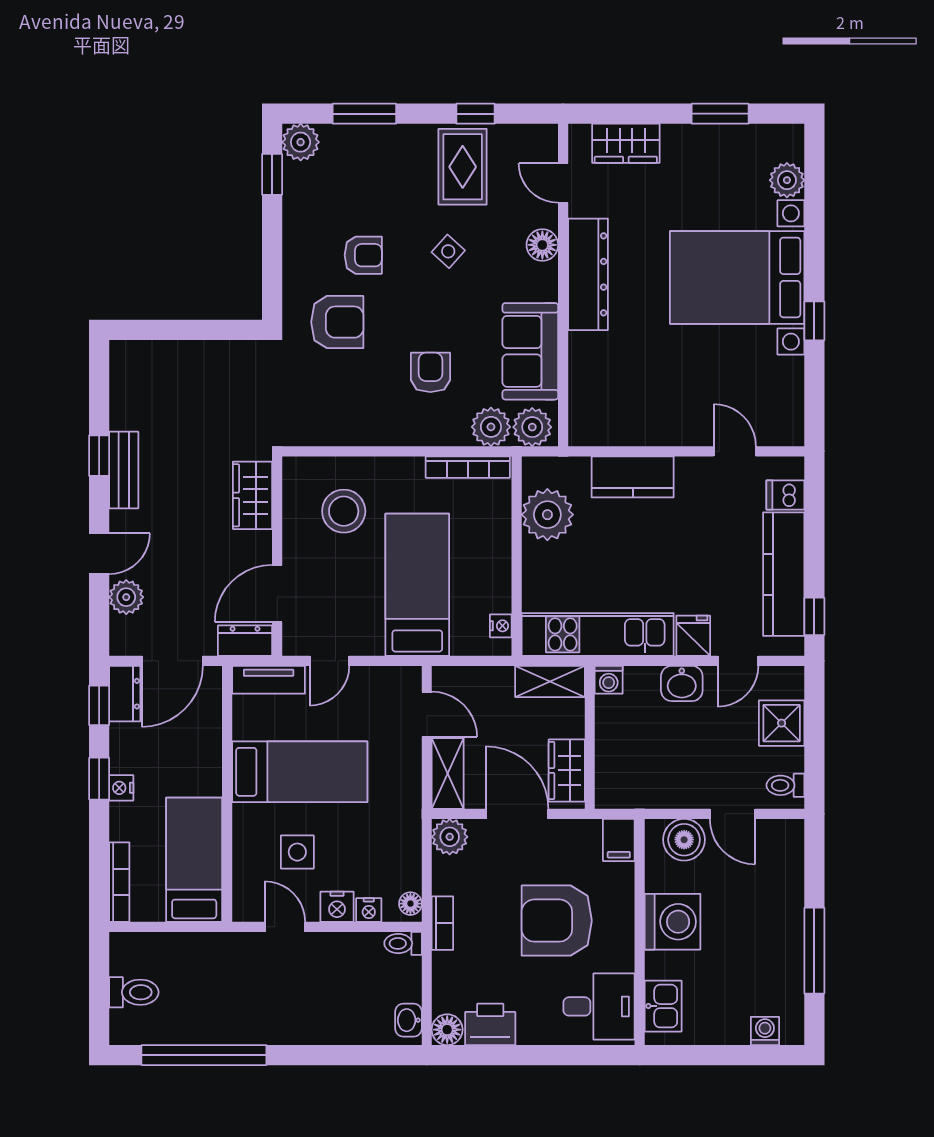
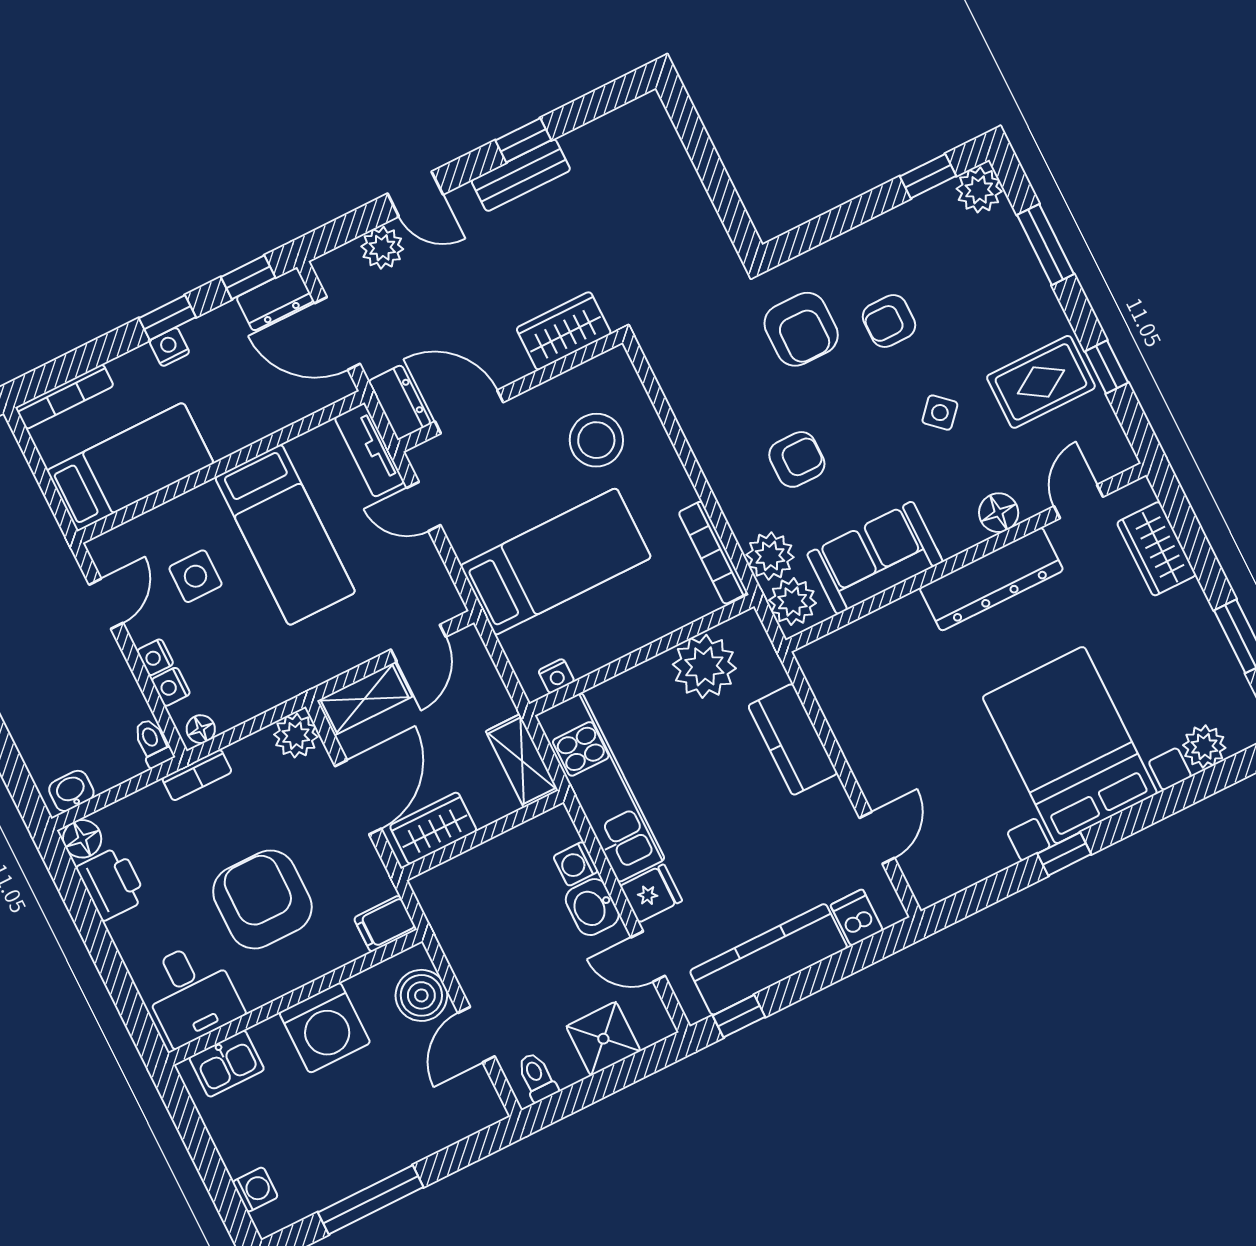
armchair: (363, 255) -> (889, 321), turned 90
washing machine: (609, 680) -> (576, 864), moved
nightstand: (337, 907) -> (155, 657), width x0.72, depth x0.74

